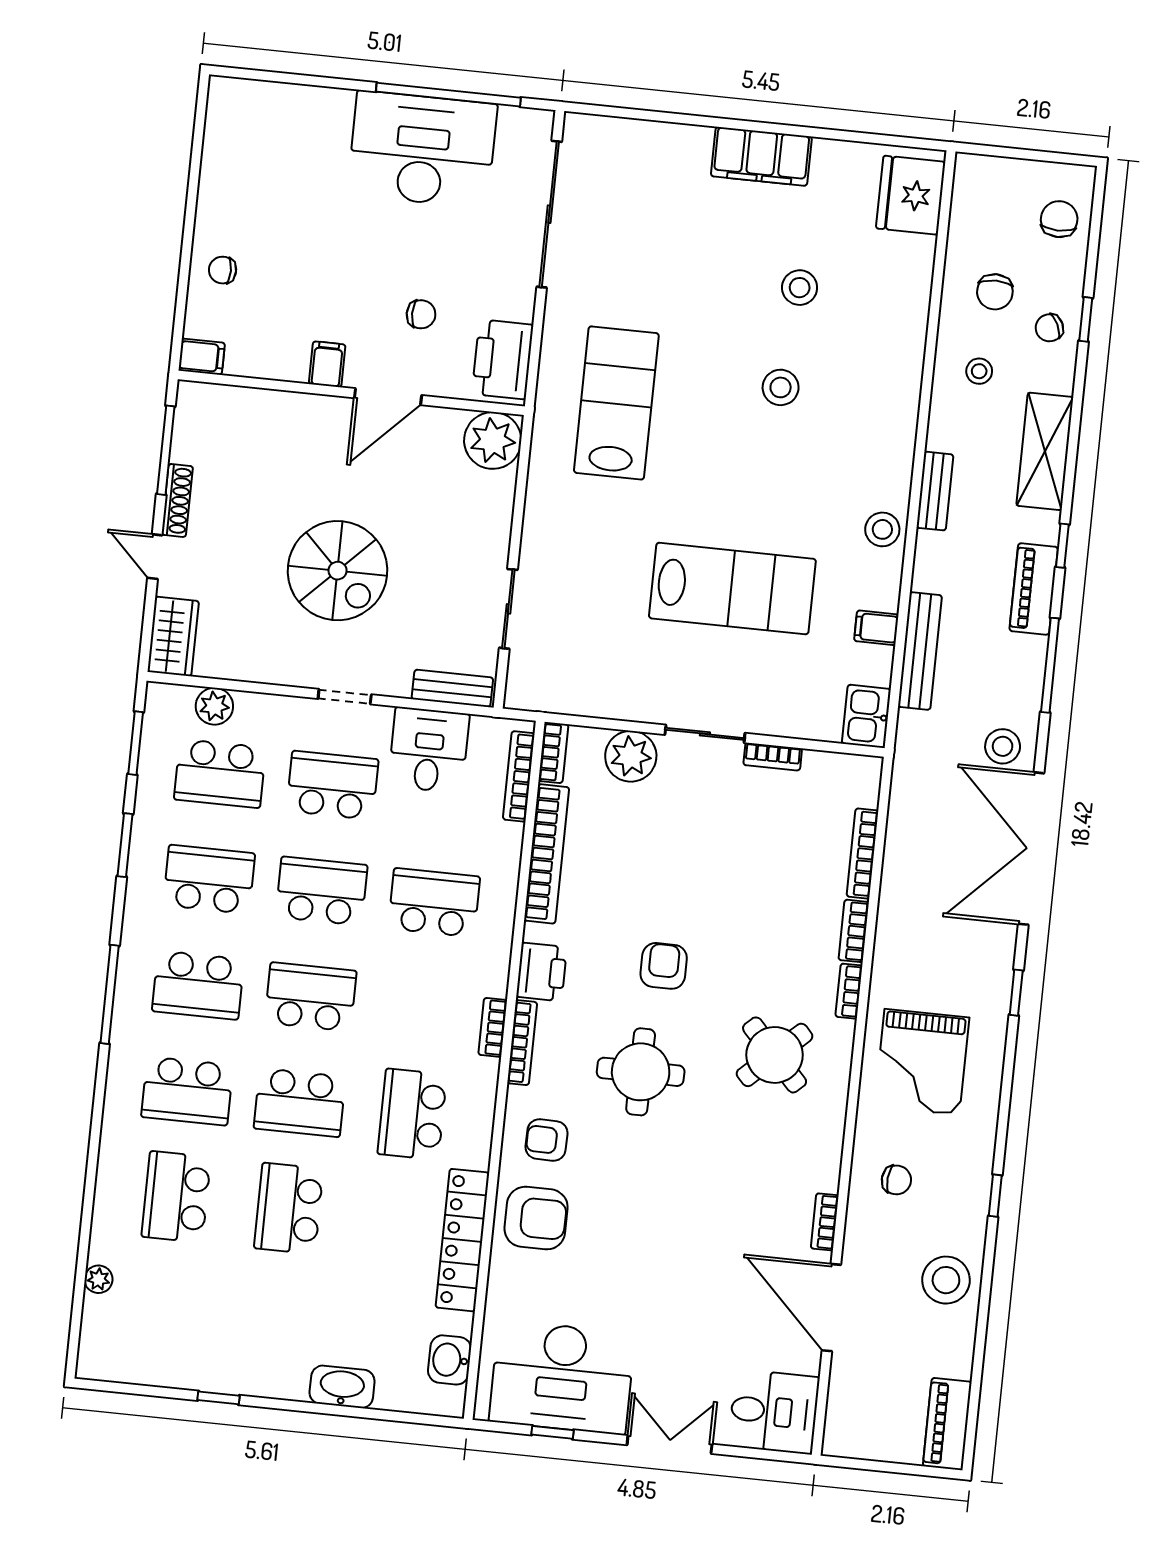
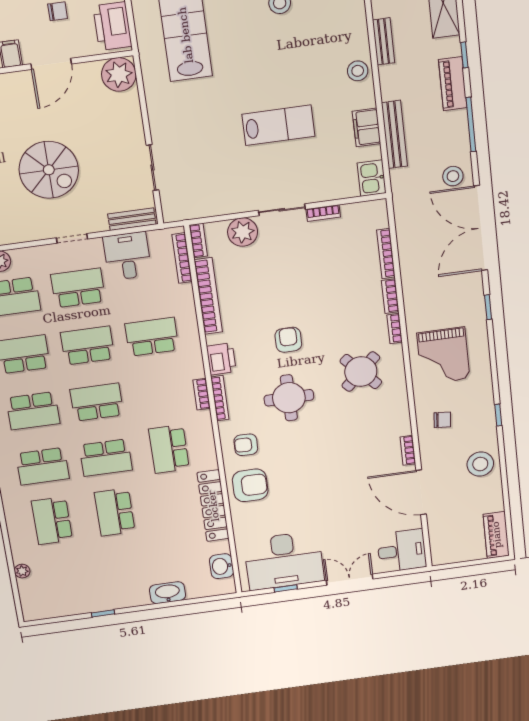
lab bench: (732, 589) -> (278, 125), width x0.73, depth x0.72
filing cabinet: (876, 628) -> (366, 127), width x2.00

